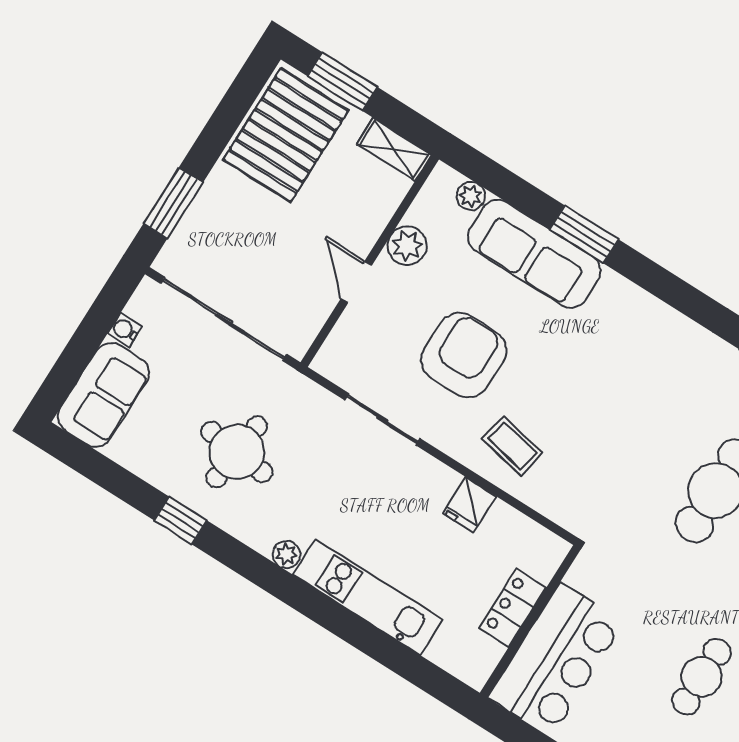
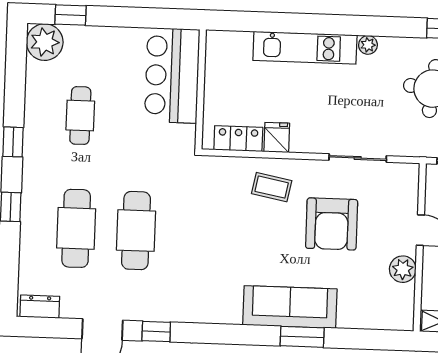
plant: (471, 196) -> (382, 320), removed
sofa: (534, 254) -> (290, 307), moved
locker: (513, 608) -> (238, 139), moved, turned -90

